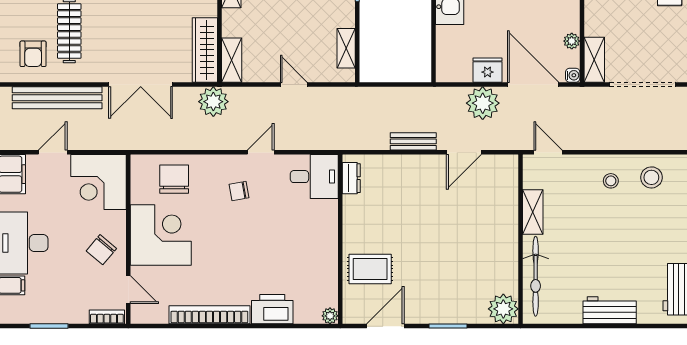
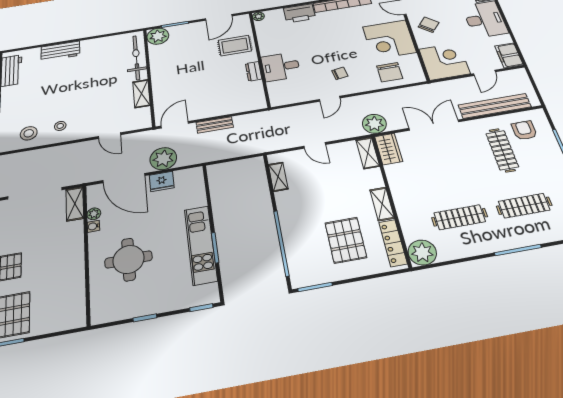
wardrobe: (205, 50) -> (389, 149), width x0.67
water cooler: (573, 75) -> (93, 226), moved
desk: (314, 177) -> (281, 67), moved
dresser: (351, 178) -> (254, 71), moved
shelving: (533, 212) -> (141, 94), moved
wall: (520, 239) -> (149, 76), moved
bicycle: (536, 276) -> (136, 58), moved
plant: (503, 309) -> (158, 36), moved

